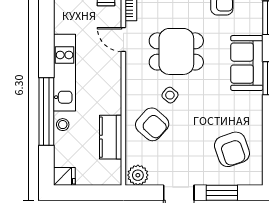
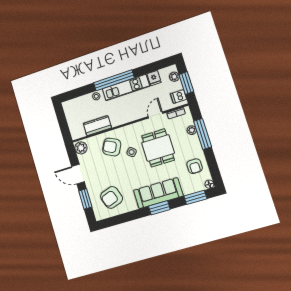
sofa: (247, 63) -> (158, 193), width x1.36
window: (46, 111) -> (114, 80), moved
armchair: (152, 124) -> (112, 147), turned 75
fridge: (64, 176) -> (154, 78), moved

